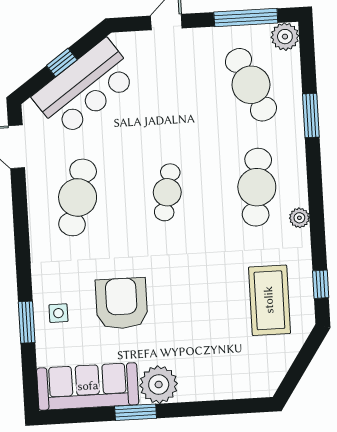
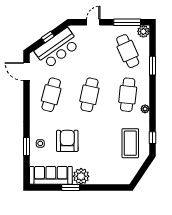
cafe table: (167, 192) -> (89, 95), width x1.37, depth x1.35

